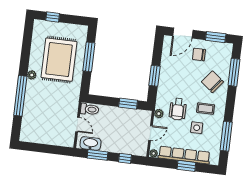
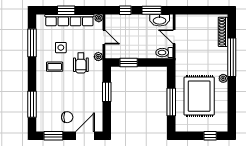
chair: (212, 82) -> (51, 93), removed
wheelchair: (178, 109) -> (81, 63), turned 180
shoe rack: (26, 123) -> (223, 32), added
door: (151, 133) -> (104, 37), swing flipped

